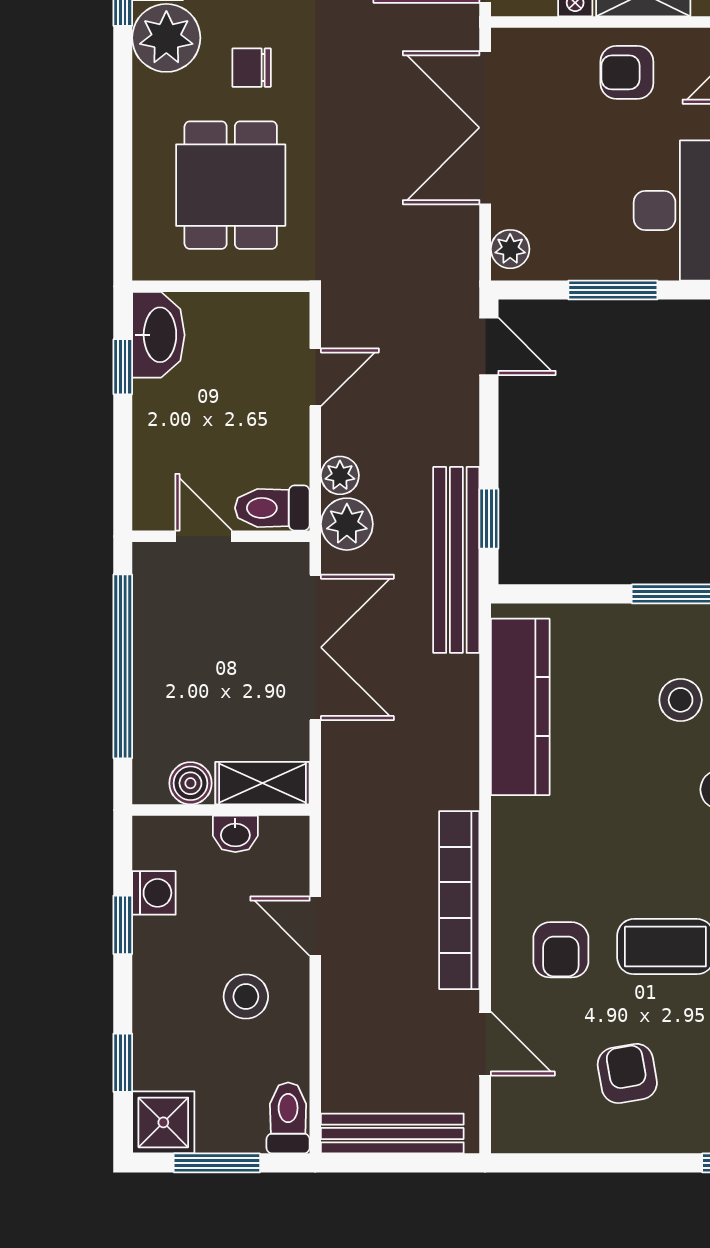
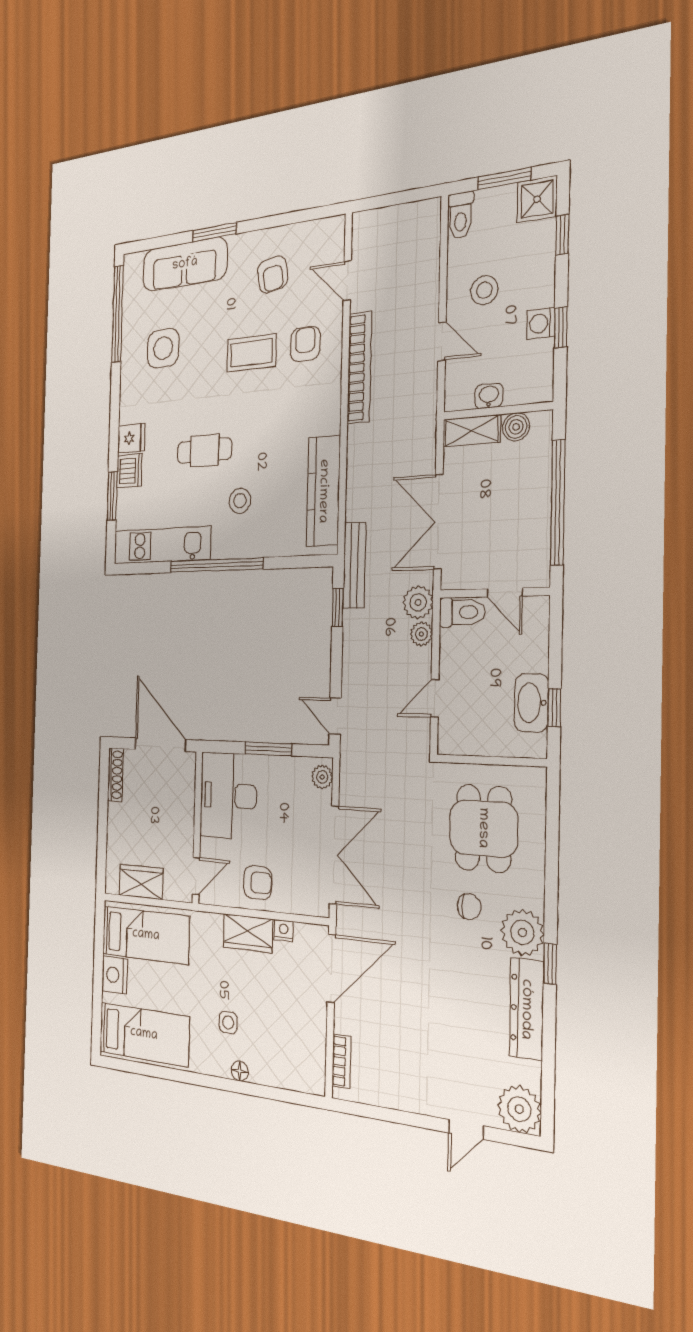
washbasin: (158, 335) -> (531, 703), moved
bench: (456, 560) -> (354, 565), width x0.73, depth x0.82
washing machine: (154, 893) -> (541, 323), moved
bench: (392, 1134) -> (400, 216), removed

